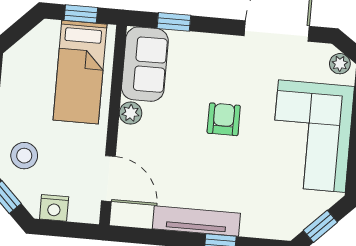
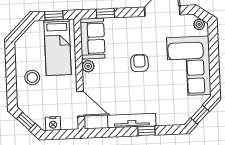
stool: (24, 156) -> (32, 77), moved

